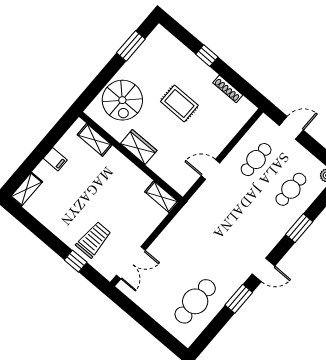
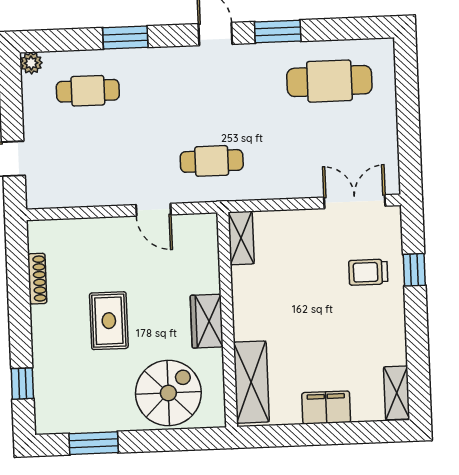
window: (207, 56) -> (22, 384), moved
shelving: (95, 140) -> (251, 382), width x1.50, depth x1.33
filing cabinet: (55, 159) -> (326, 407), width x2.00
cafe table: (256, 160) -> (212, 161), moved
shelving: (26, 189) -> (397, 393), moved, turned 90
trolley: (94, 240) -> (368, 272), width x0.73, depth x0.72

